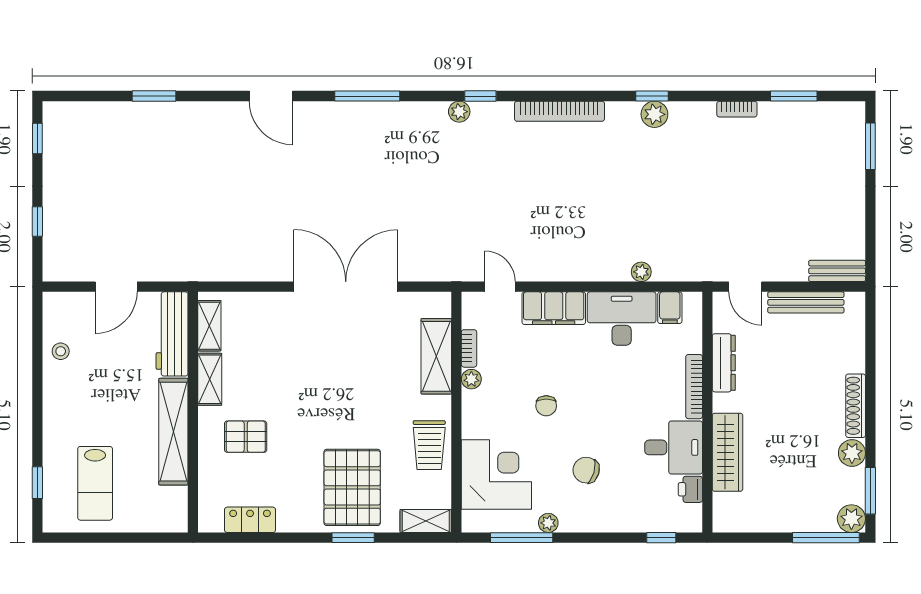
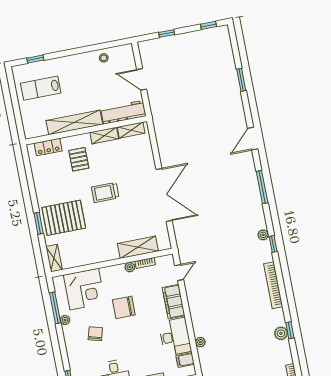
chair: (546, 406) -> (124, 307), width x1.87, depth x1.87
trolley: (429, 445) -> (105, 192), moved
locker: (250, 520) -> (48, 147), moved, turned 90

